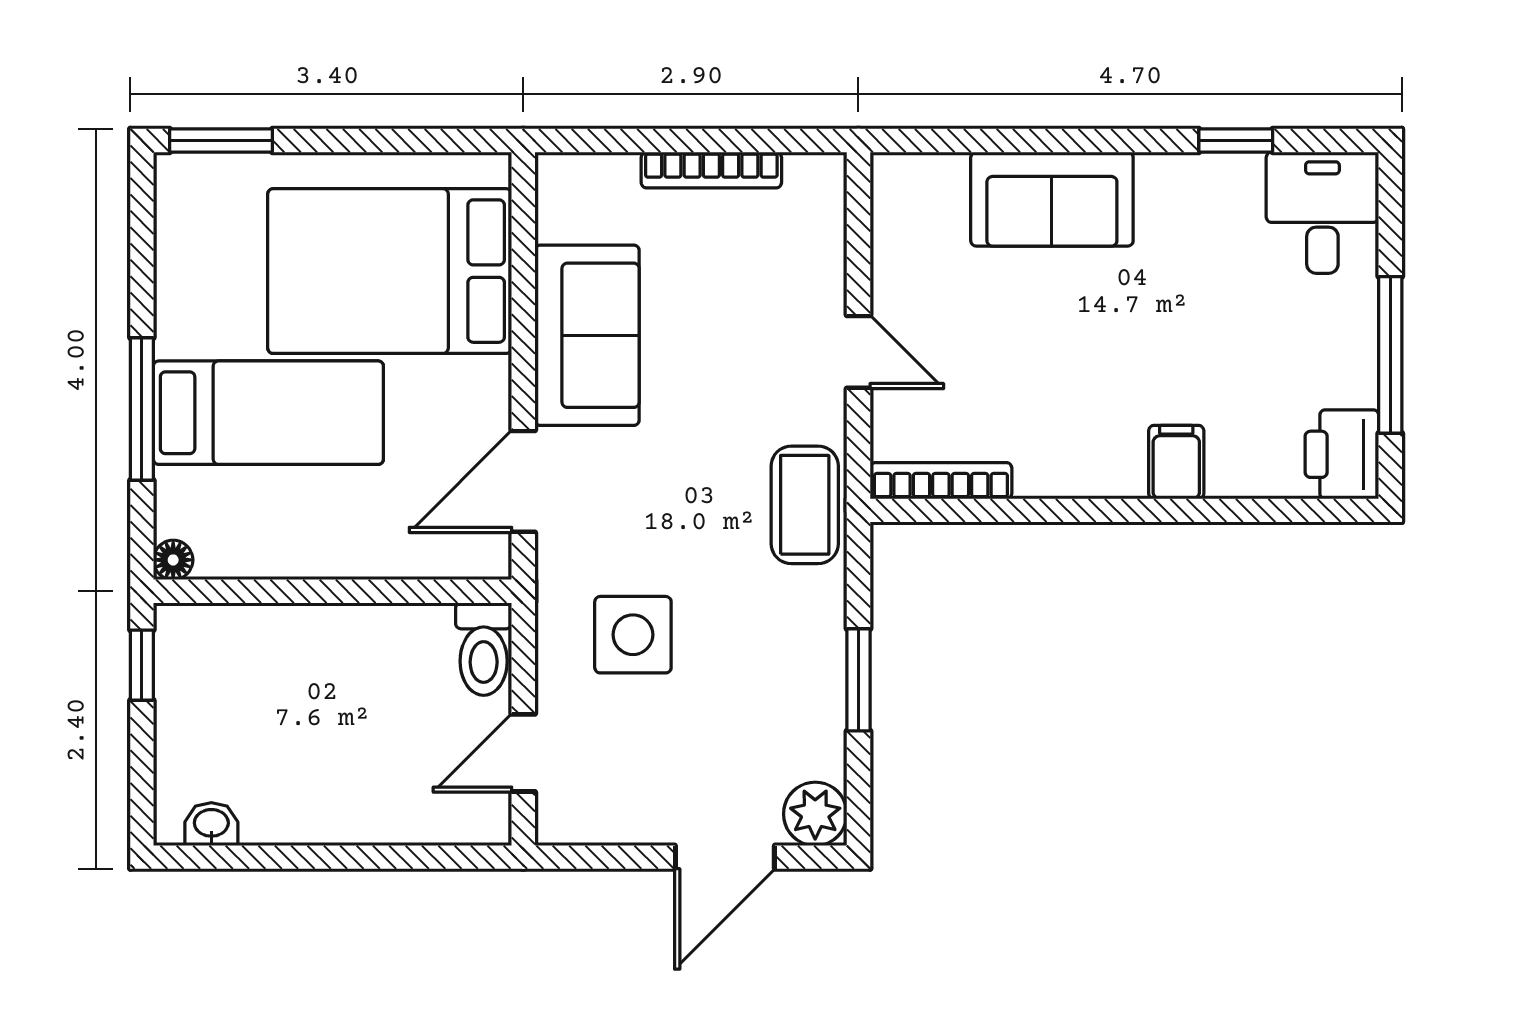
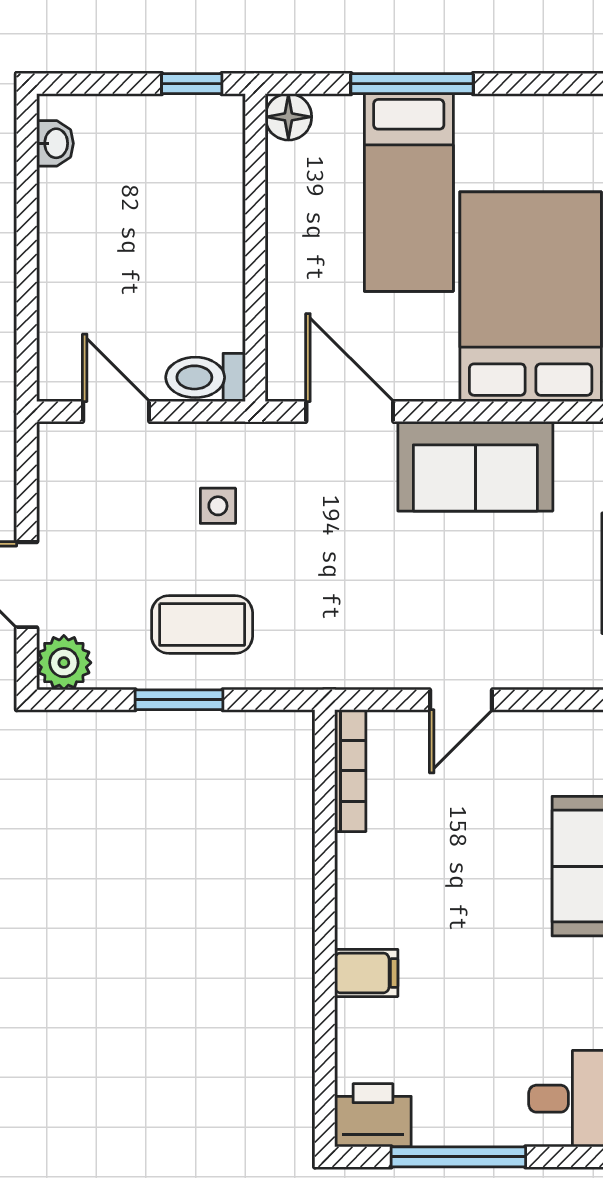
coffee table: (805, 505) -> (202, 624), moved
floor lamp: (173, 560) -> (288, 117), width x1.37, depth x1.37
side table: (633, 635) -> (218, 506), width x0.54, depth x0.54

